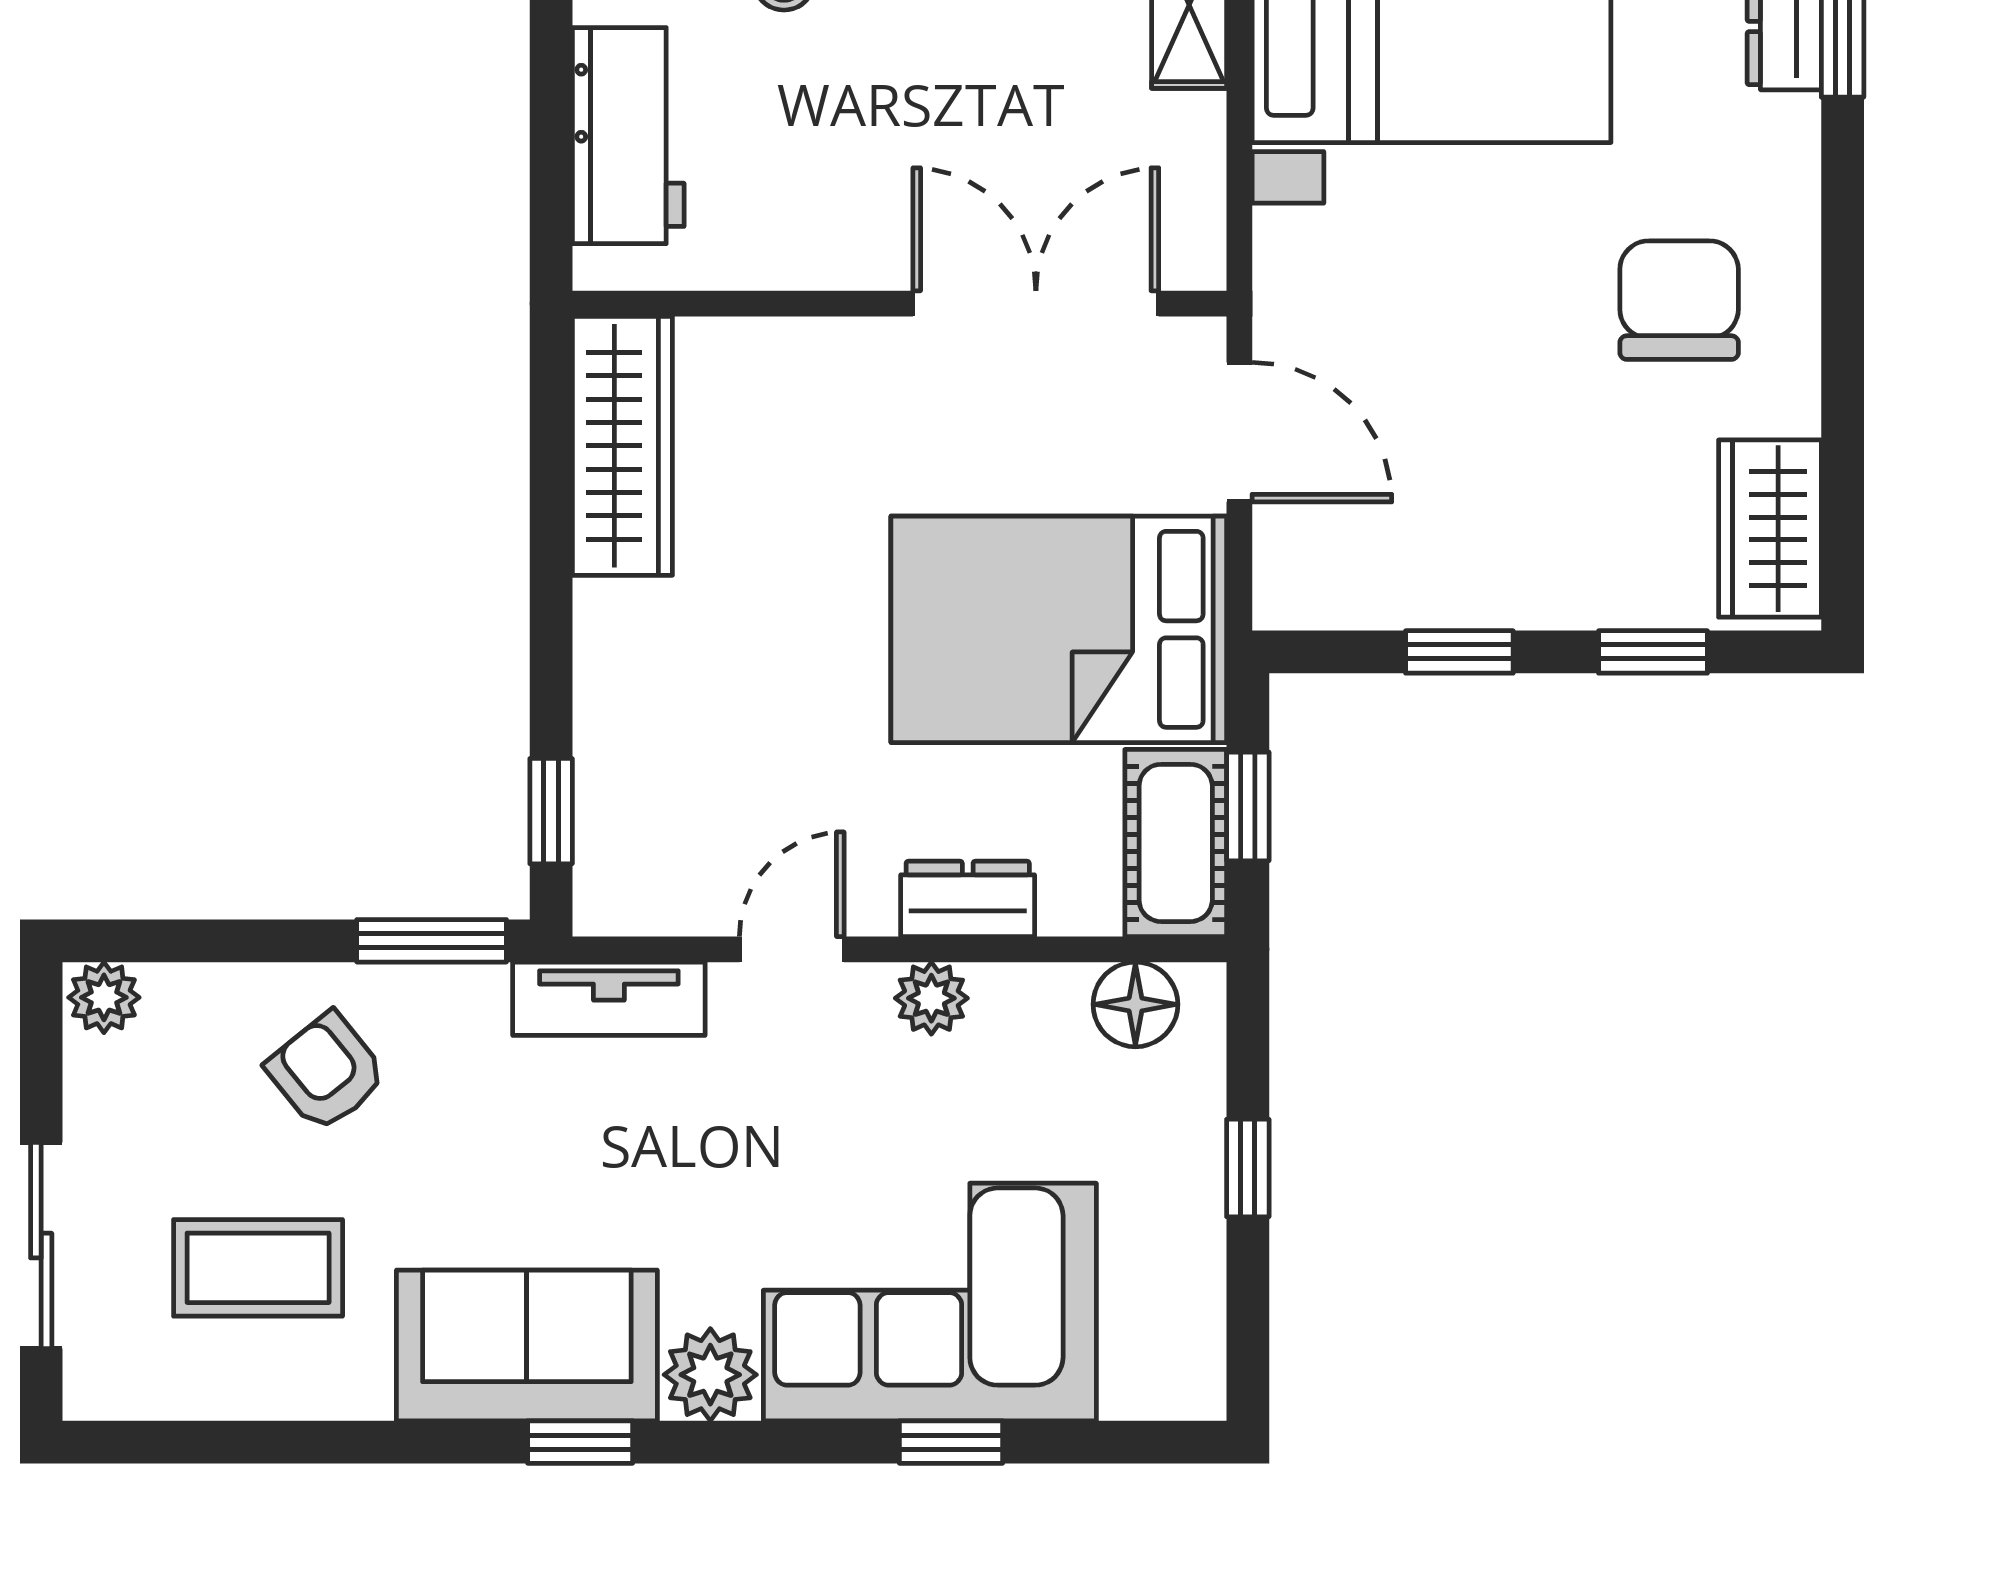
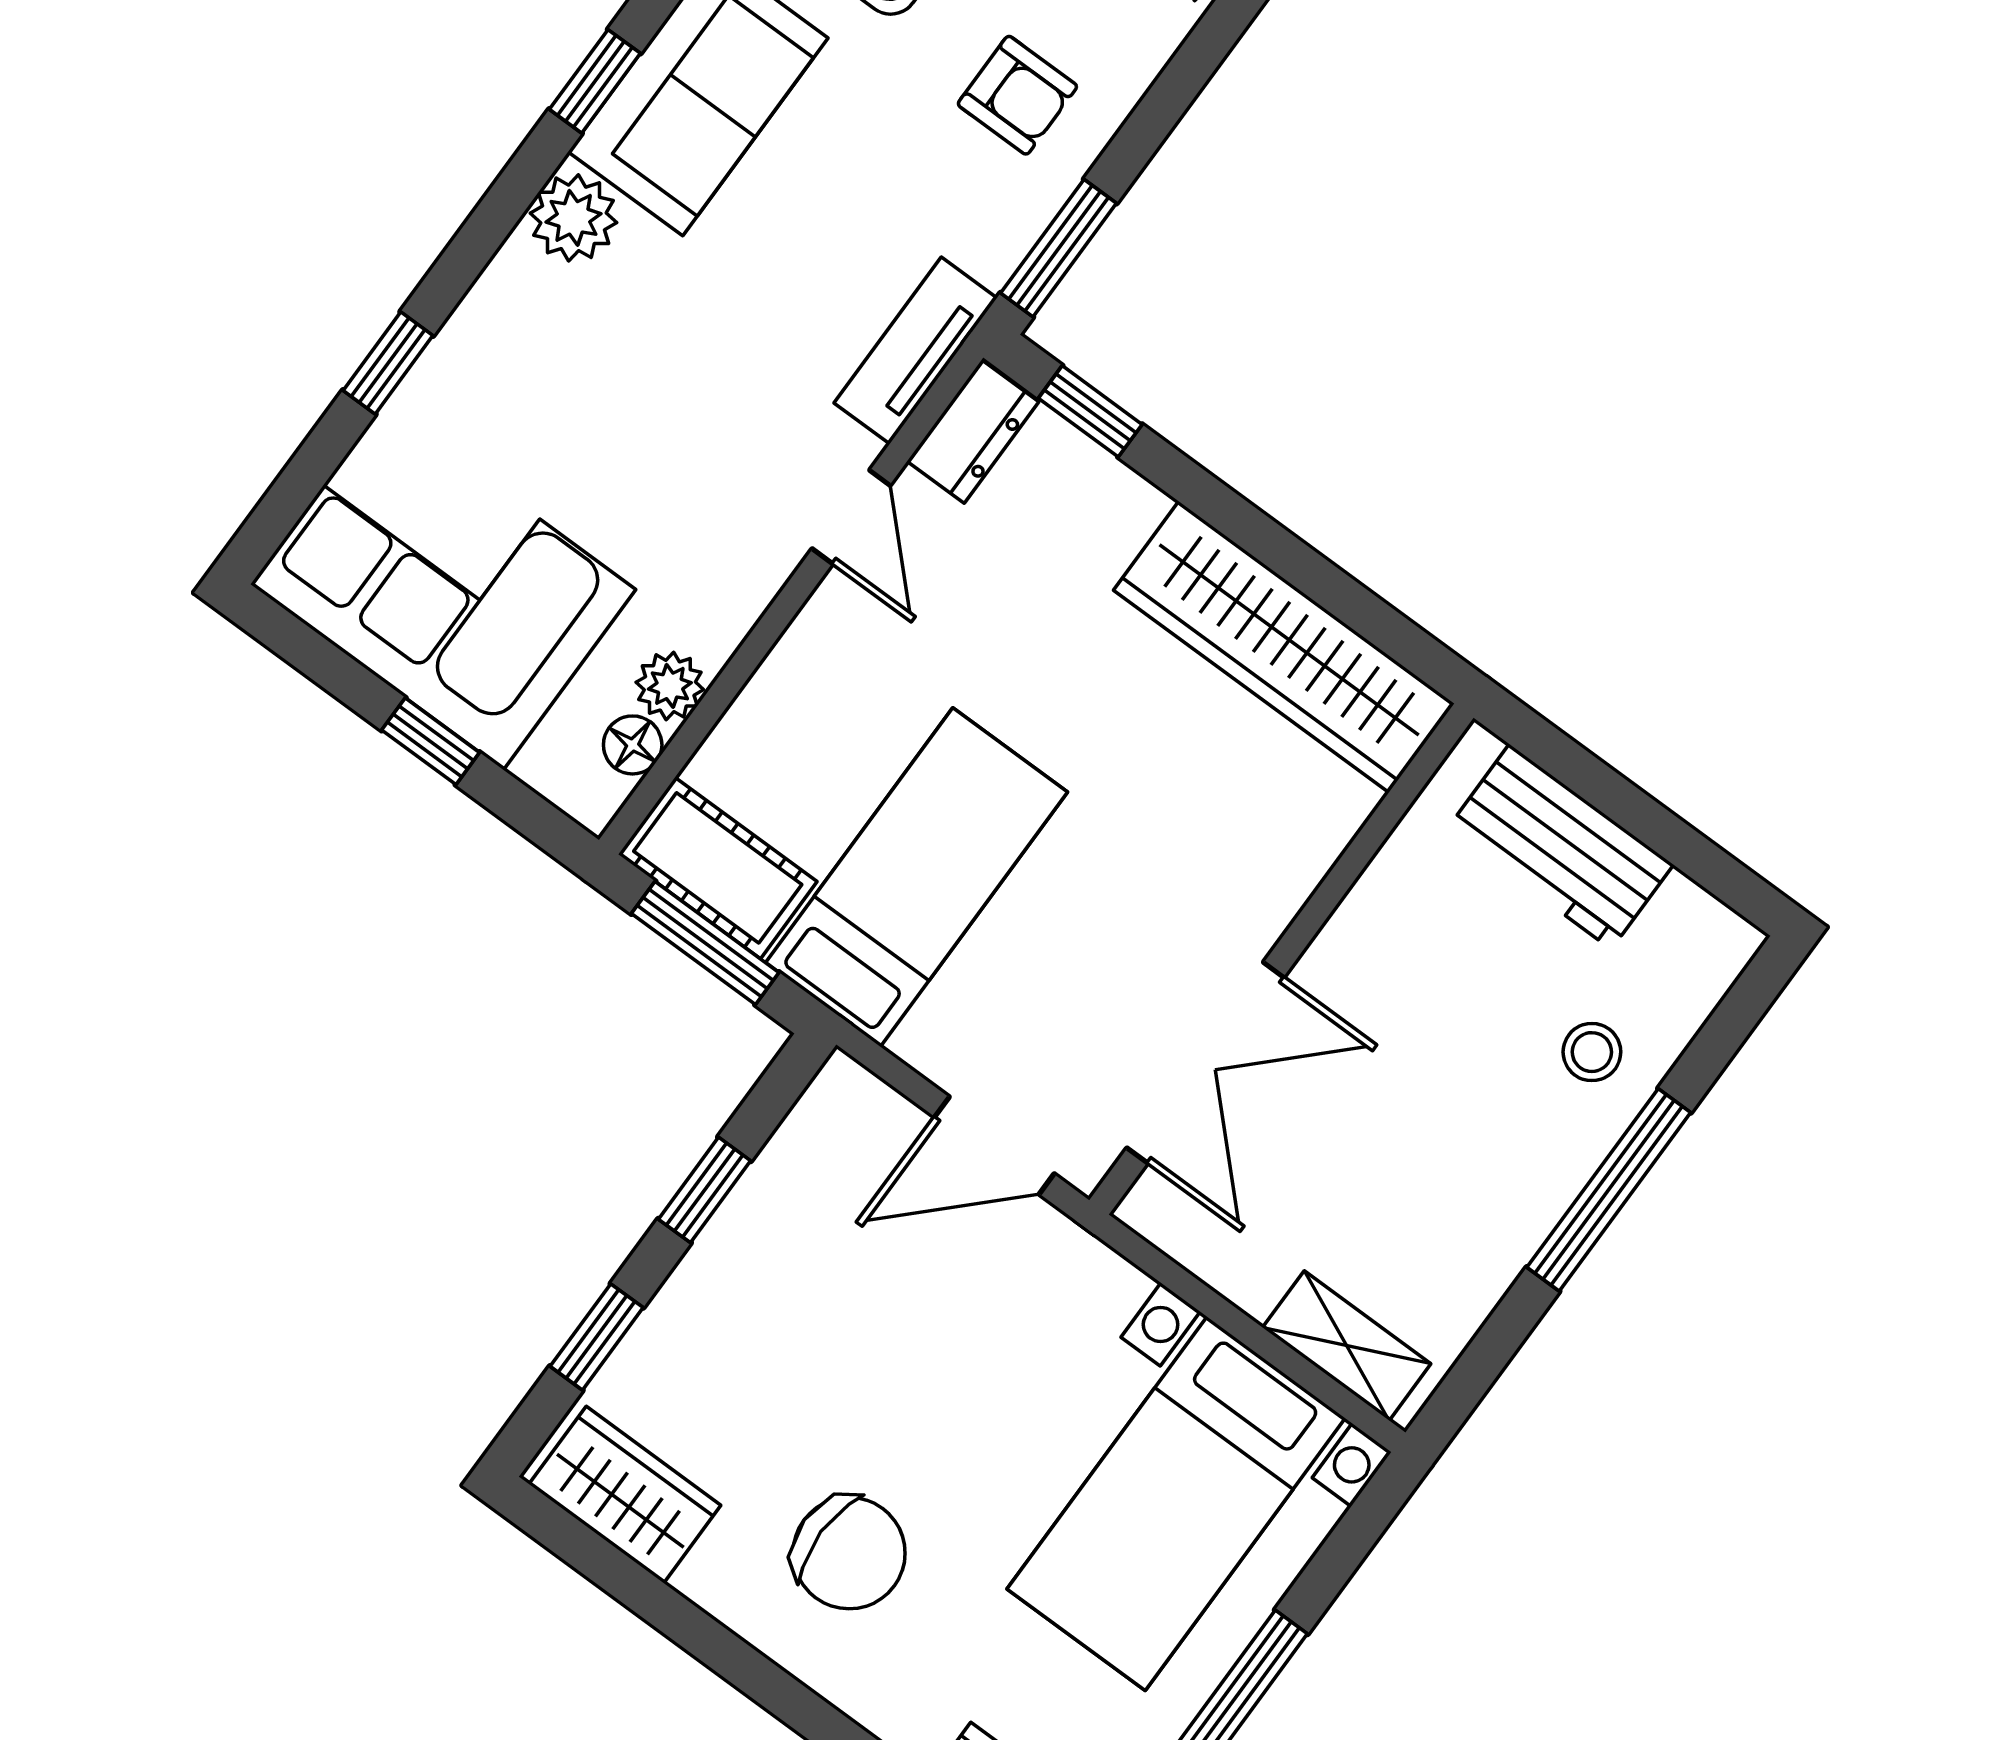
wardrobe: (622, 446) -> (1284, 647), width x1.40, depth x1.17
bed: (1059, 629) -> (917, 877), width x0.67
window: (1248, 806) -> (705, 943), width x1.50
dresser: (968, 899) -> (973, 431), moved
plant: (931, 998) -> (670, 686), moved
floor lamp: (1135, 1004) -> (633, 745), width x0.73, depth x0.73
armchair: (327, 1072) -> (1017, 95), turned 39
corner sofa: (930, 1302) -> (443, 587), moved, turned -90

